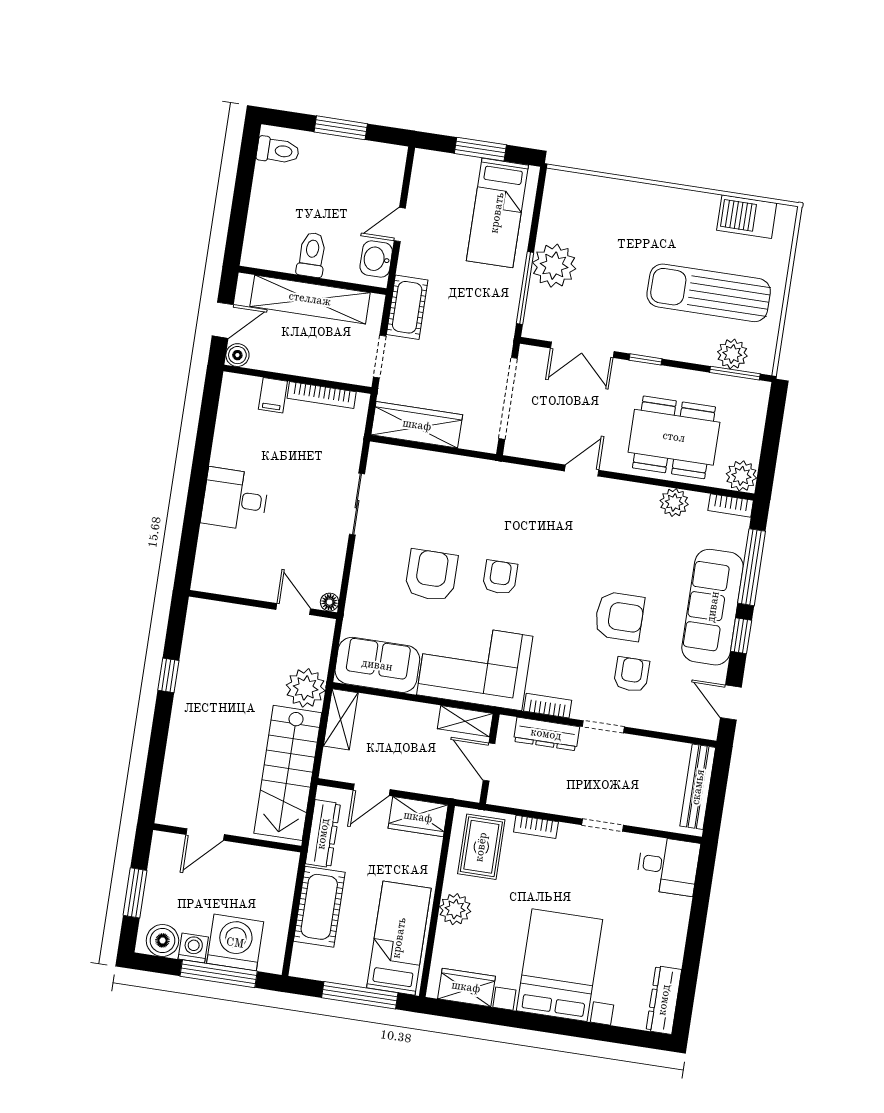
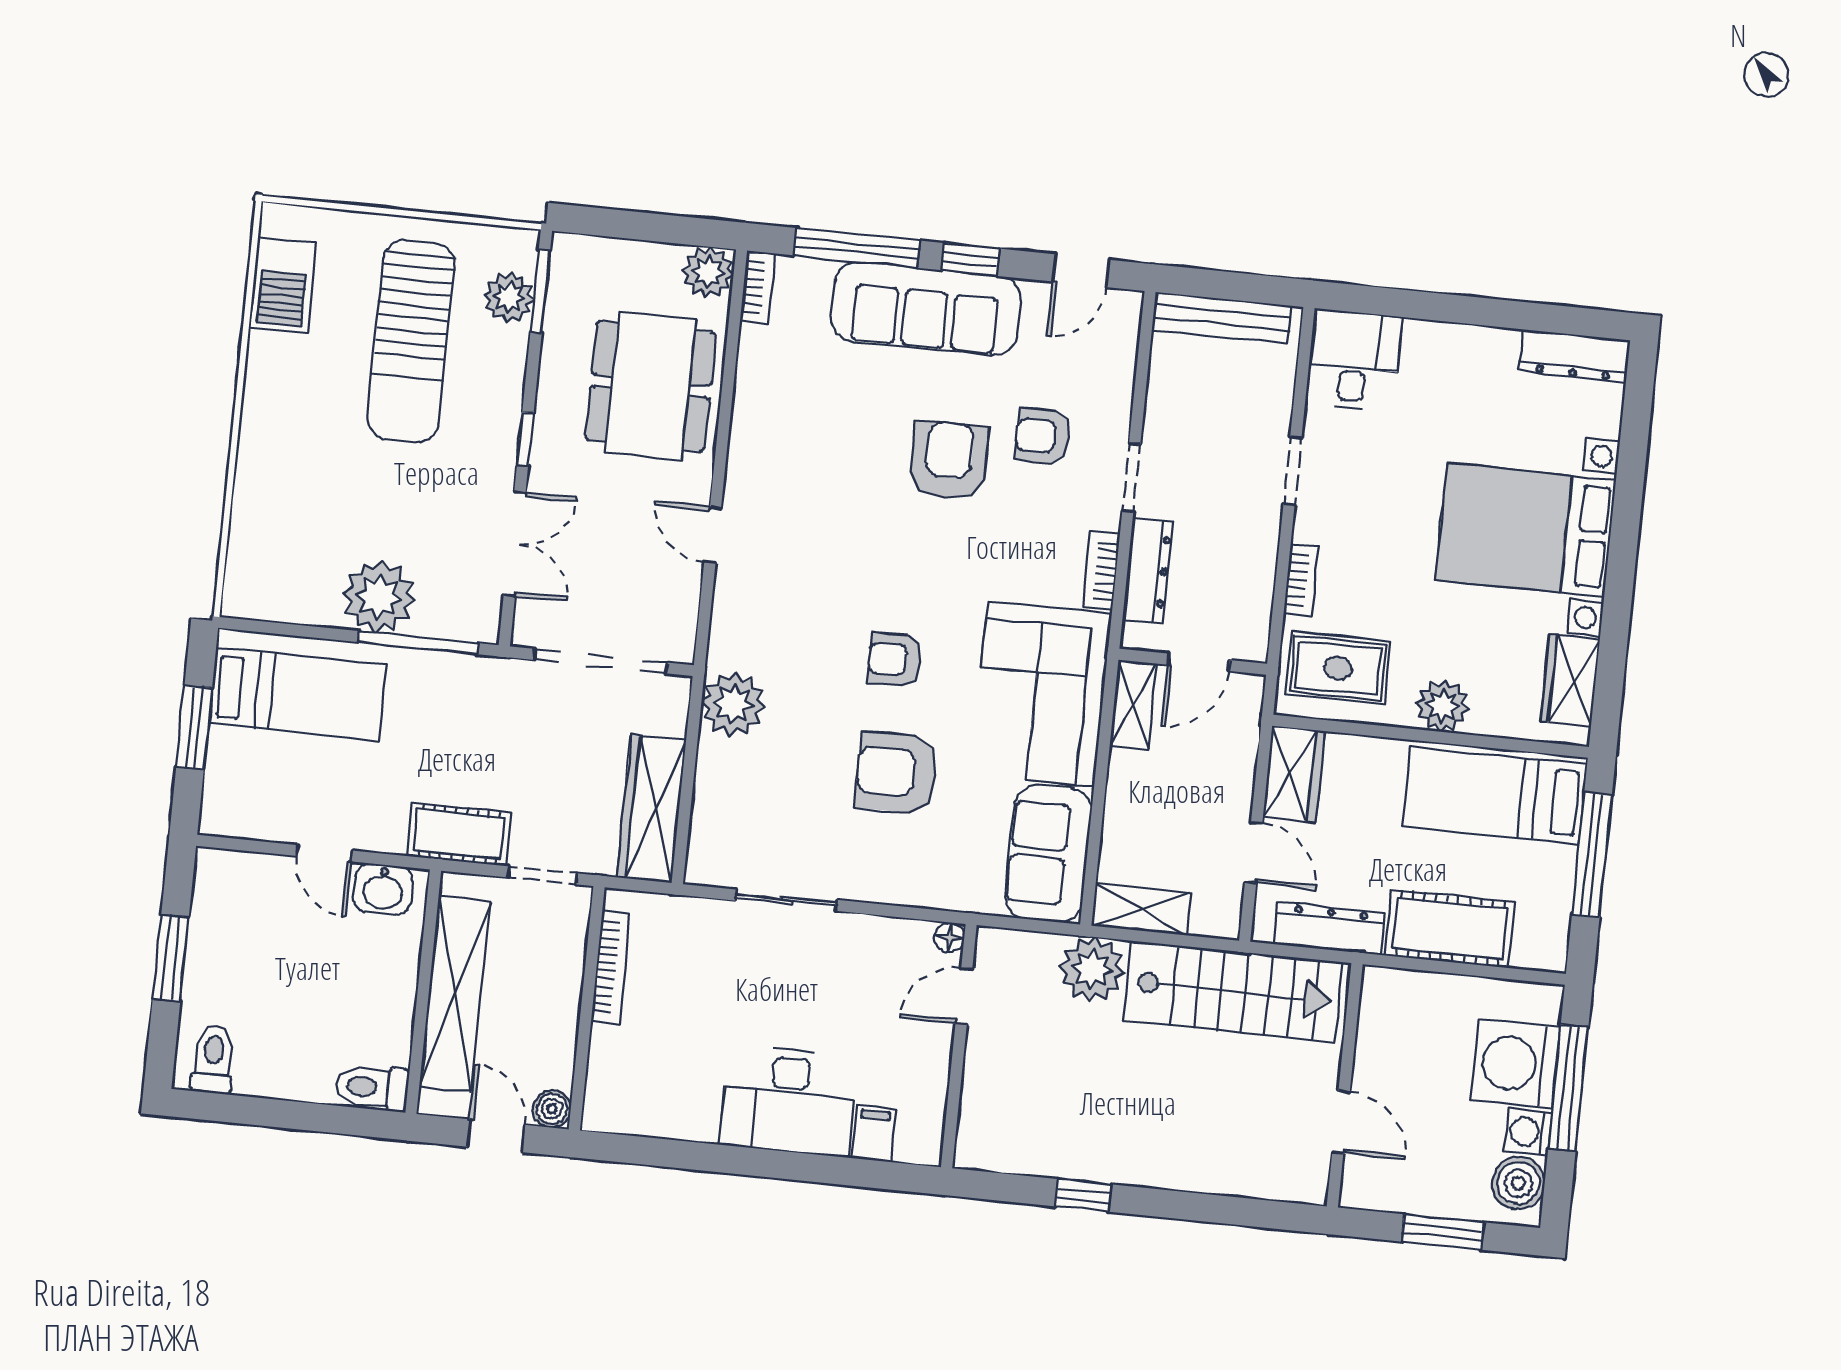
toilet: (312, 255) -> (372, 1087), moved
filing cabinet: (273, 395) -> (874, 1134), moved, turned -90
desk: (235, 499) -> (789, 1101), width x1.37
plant: (674, 503) -> (733, 704), moved, width x1.36, depth x1.36

